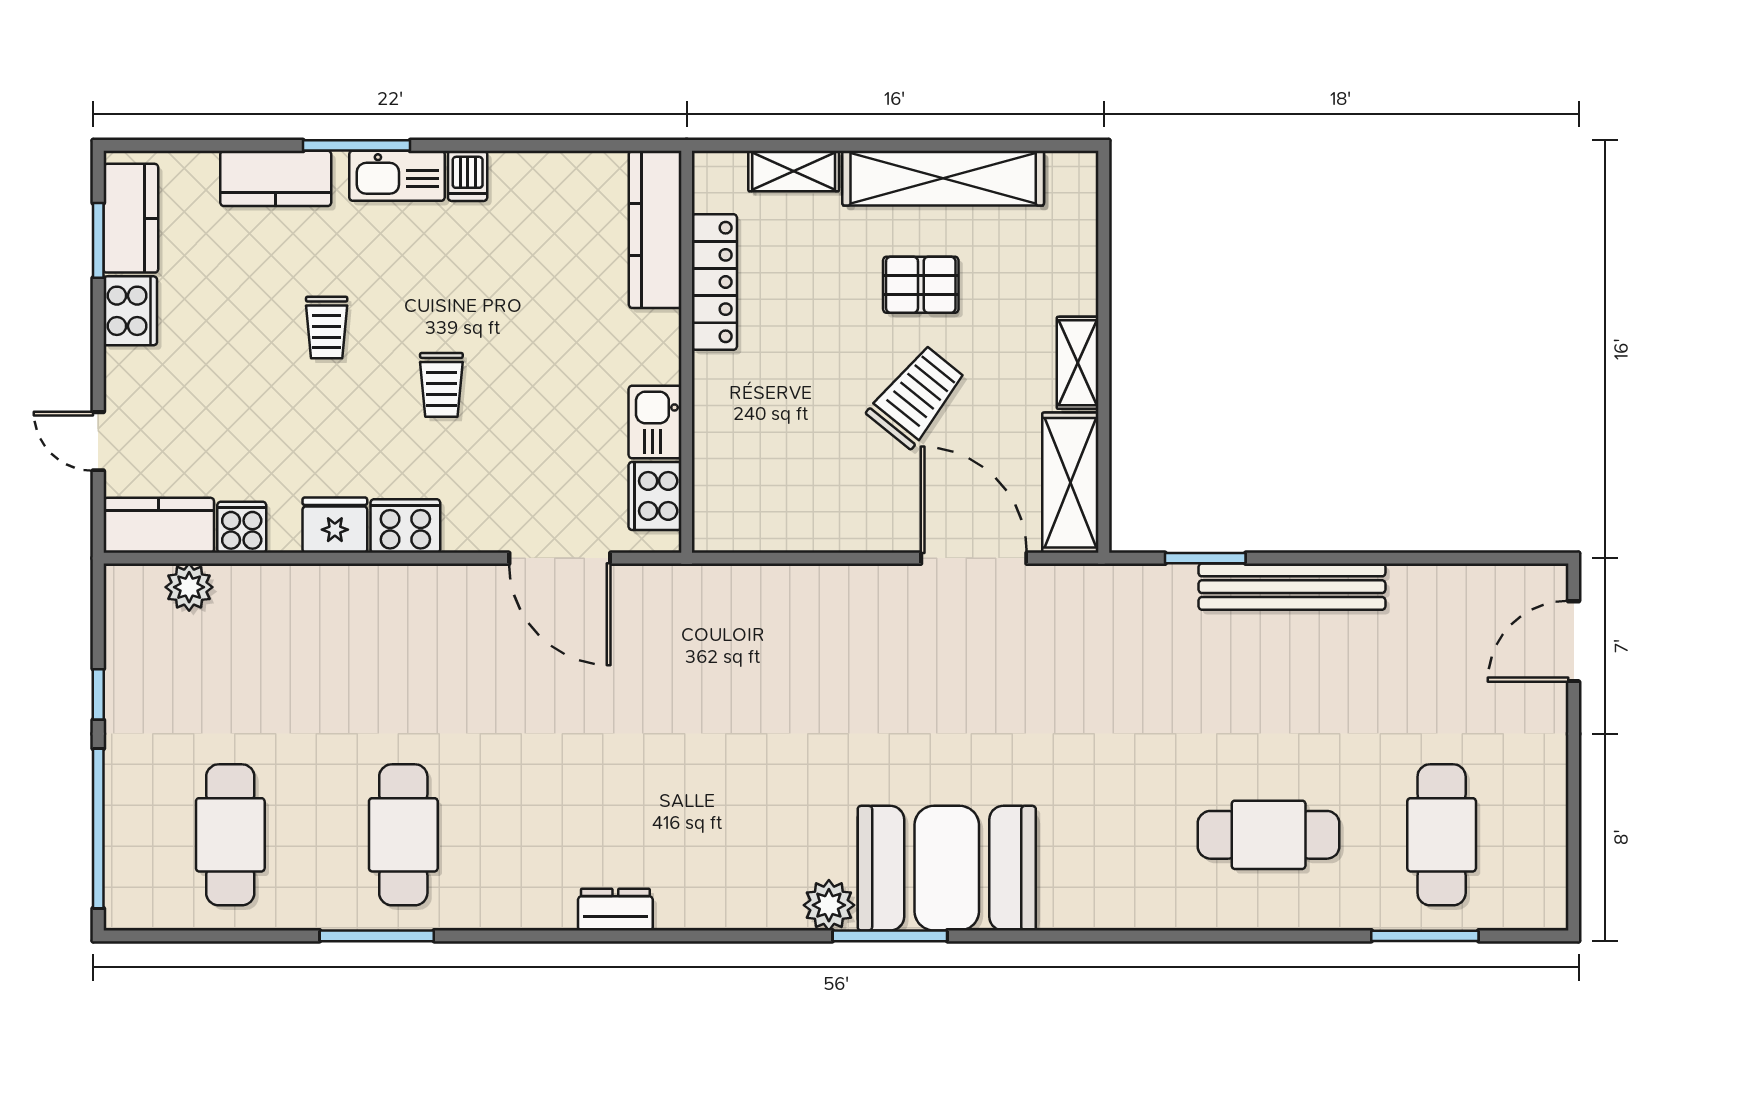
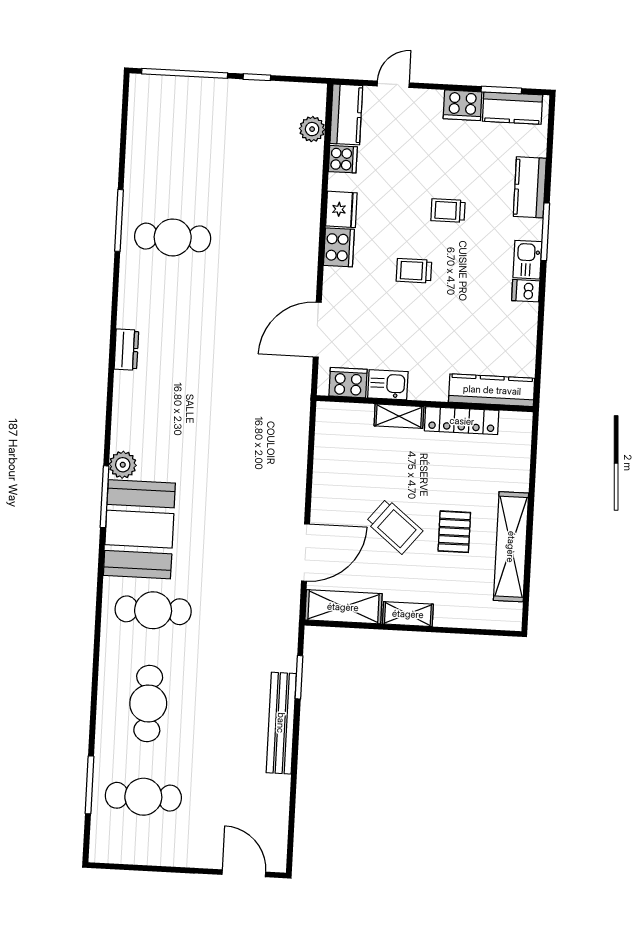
shelving: (794, 171) -> (399, 416), moved, turned 90
kitchen sink: (397, 176) -> (527, 260), width x0.73
cafe table: (230, 835) -> (153, 610), moved

